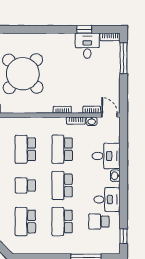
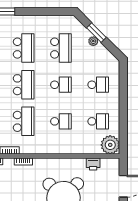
school desk: (25, 149) -> (61, 121), width x0.54

